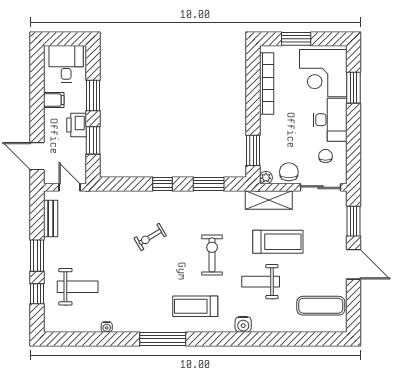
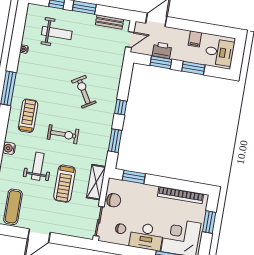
printer: (77, 125) -> (162, 50), moved
plant: (266, 178) -> (112, 183), removed
window: (354, 221) -> (70, 241), removed
exercise bike: (150, 237) -> (84, 92), width x1.38, depth x1.39
weight bench: (78, 287) -> (57, 33), turned -90

